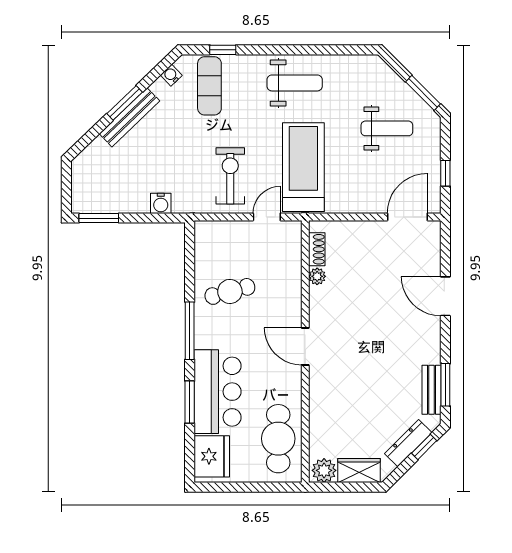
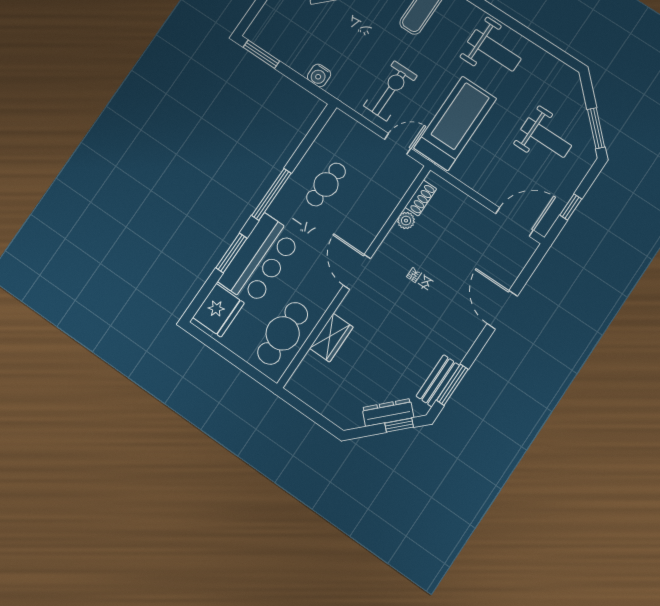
cafe table: (230, 291) -> (326, 185), turned -70
plant: (324, 470) -> (302, 387), removed
wardrobe: (359, 470) -> (331, 338), moved, turned 90

